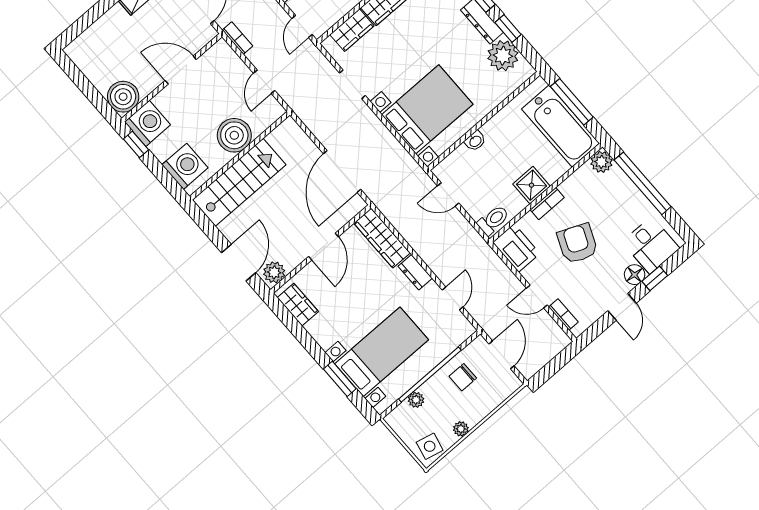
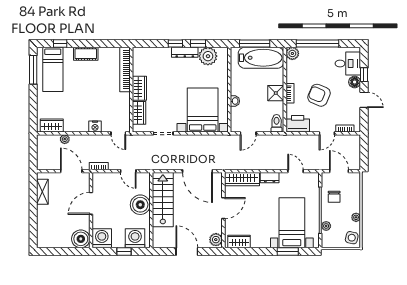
window: (136, 144) -> (124, 251), moved
stairs: (239, 182) -> (163, 200), moved
door: (323, 247) -> (223, 208), hinge flipped
door: (239, 263) -> (187, 251), moved

